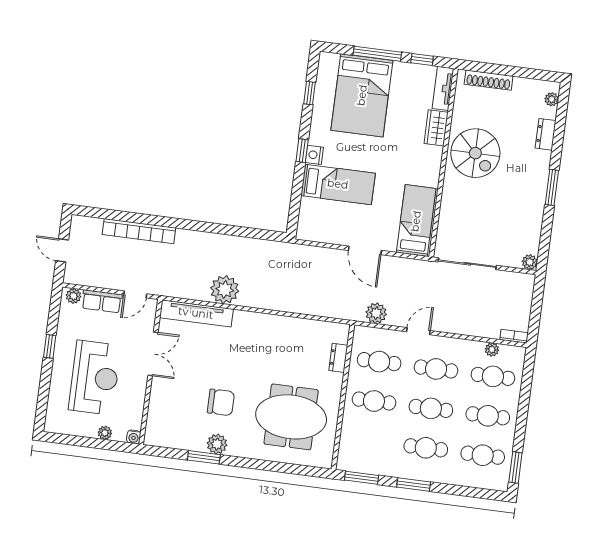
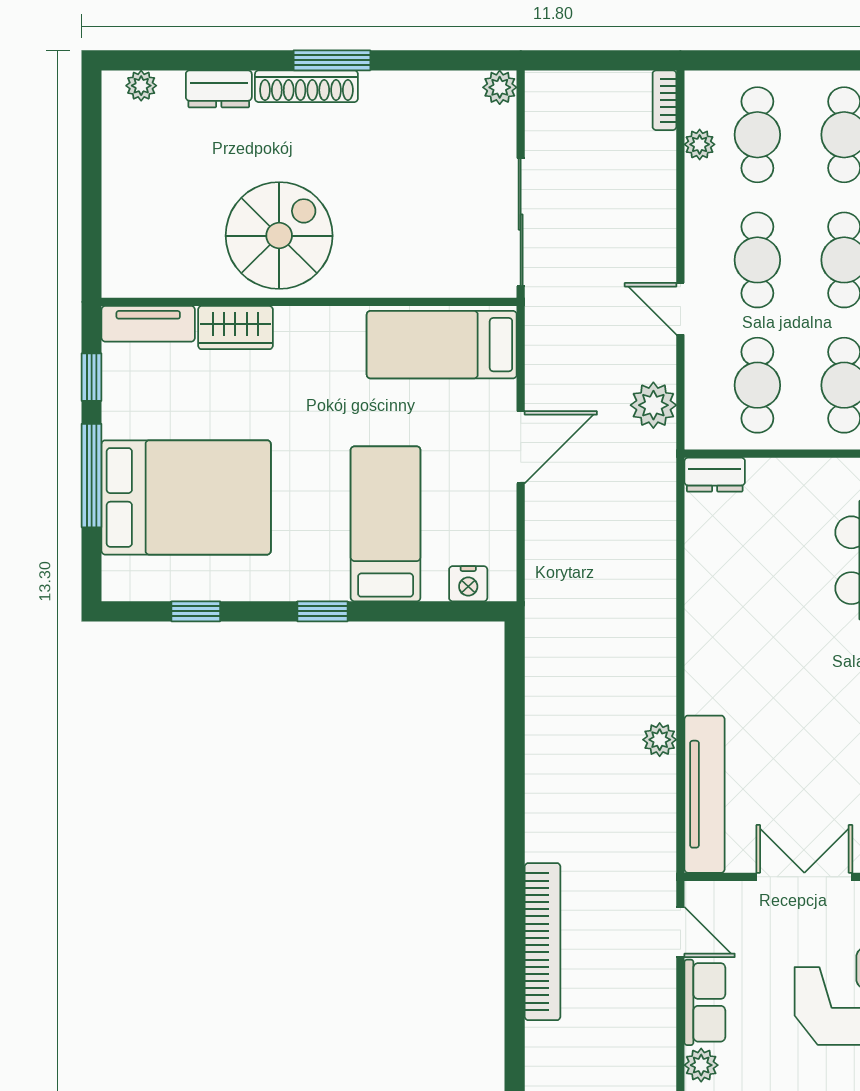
shoe rack: (489, 80) -> (306, 86), moved, turned 90
nightstand: (314, 155) -> (468, 584), moved
plant: (225, 290) -> (660, 740), width x0.53, depth x0.53
dresser: (338, 358) -> (715, 475), moved

